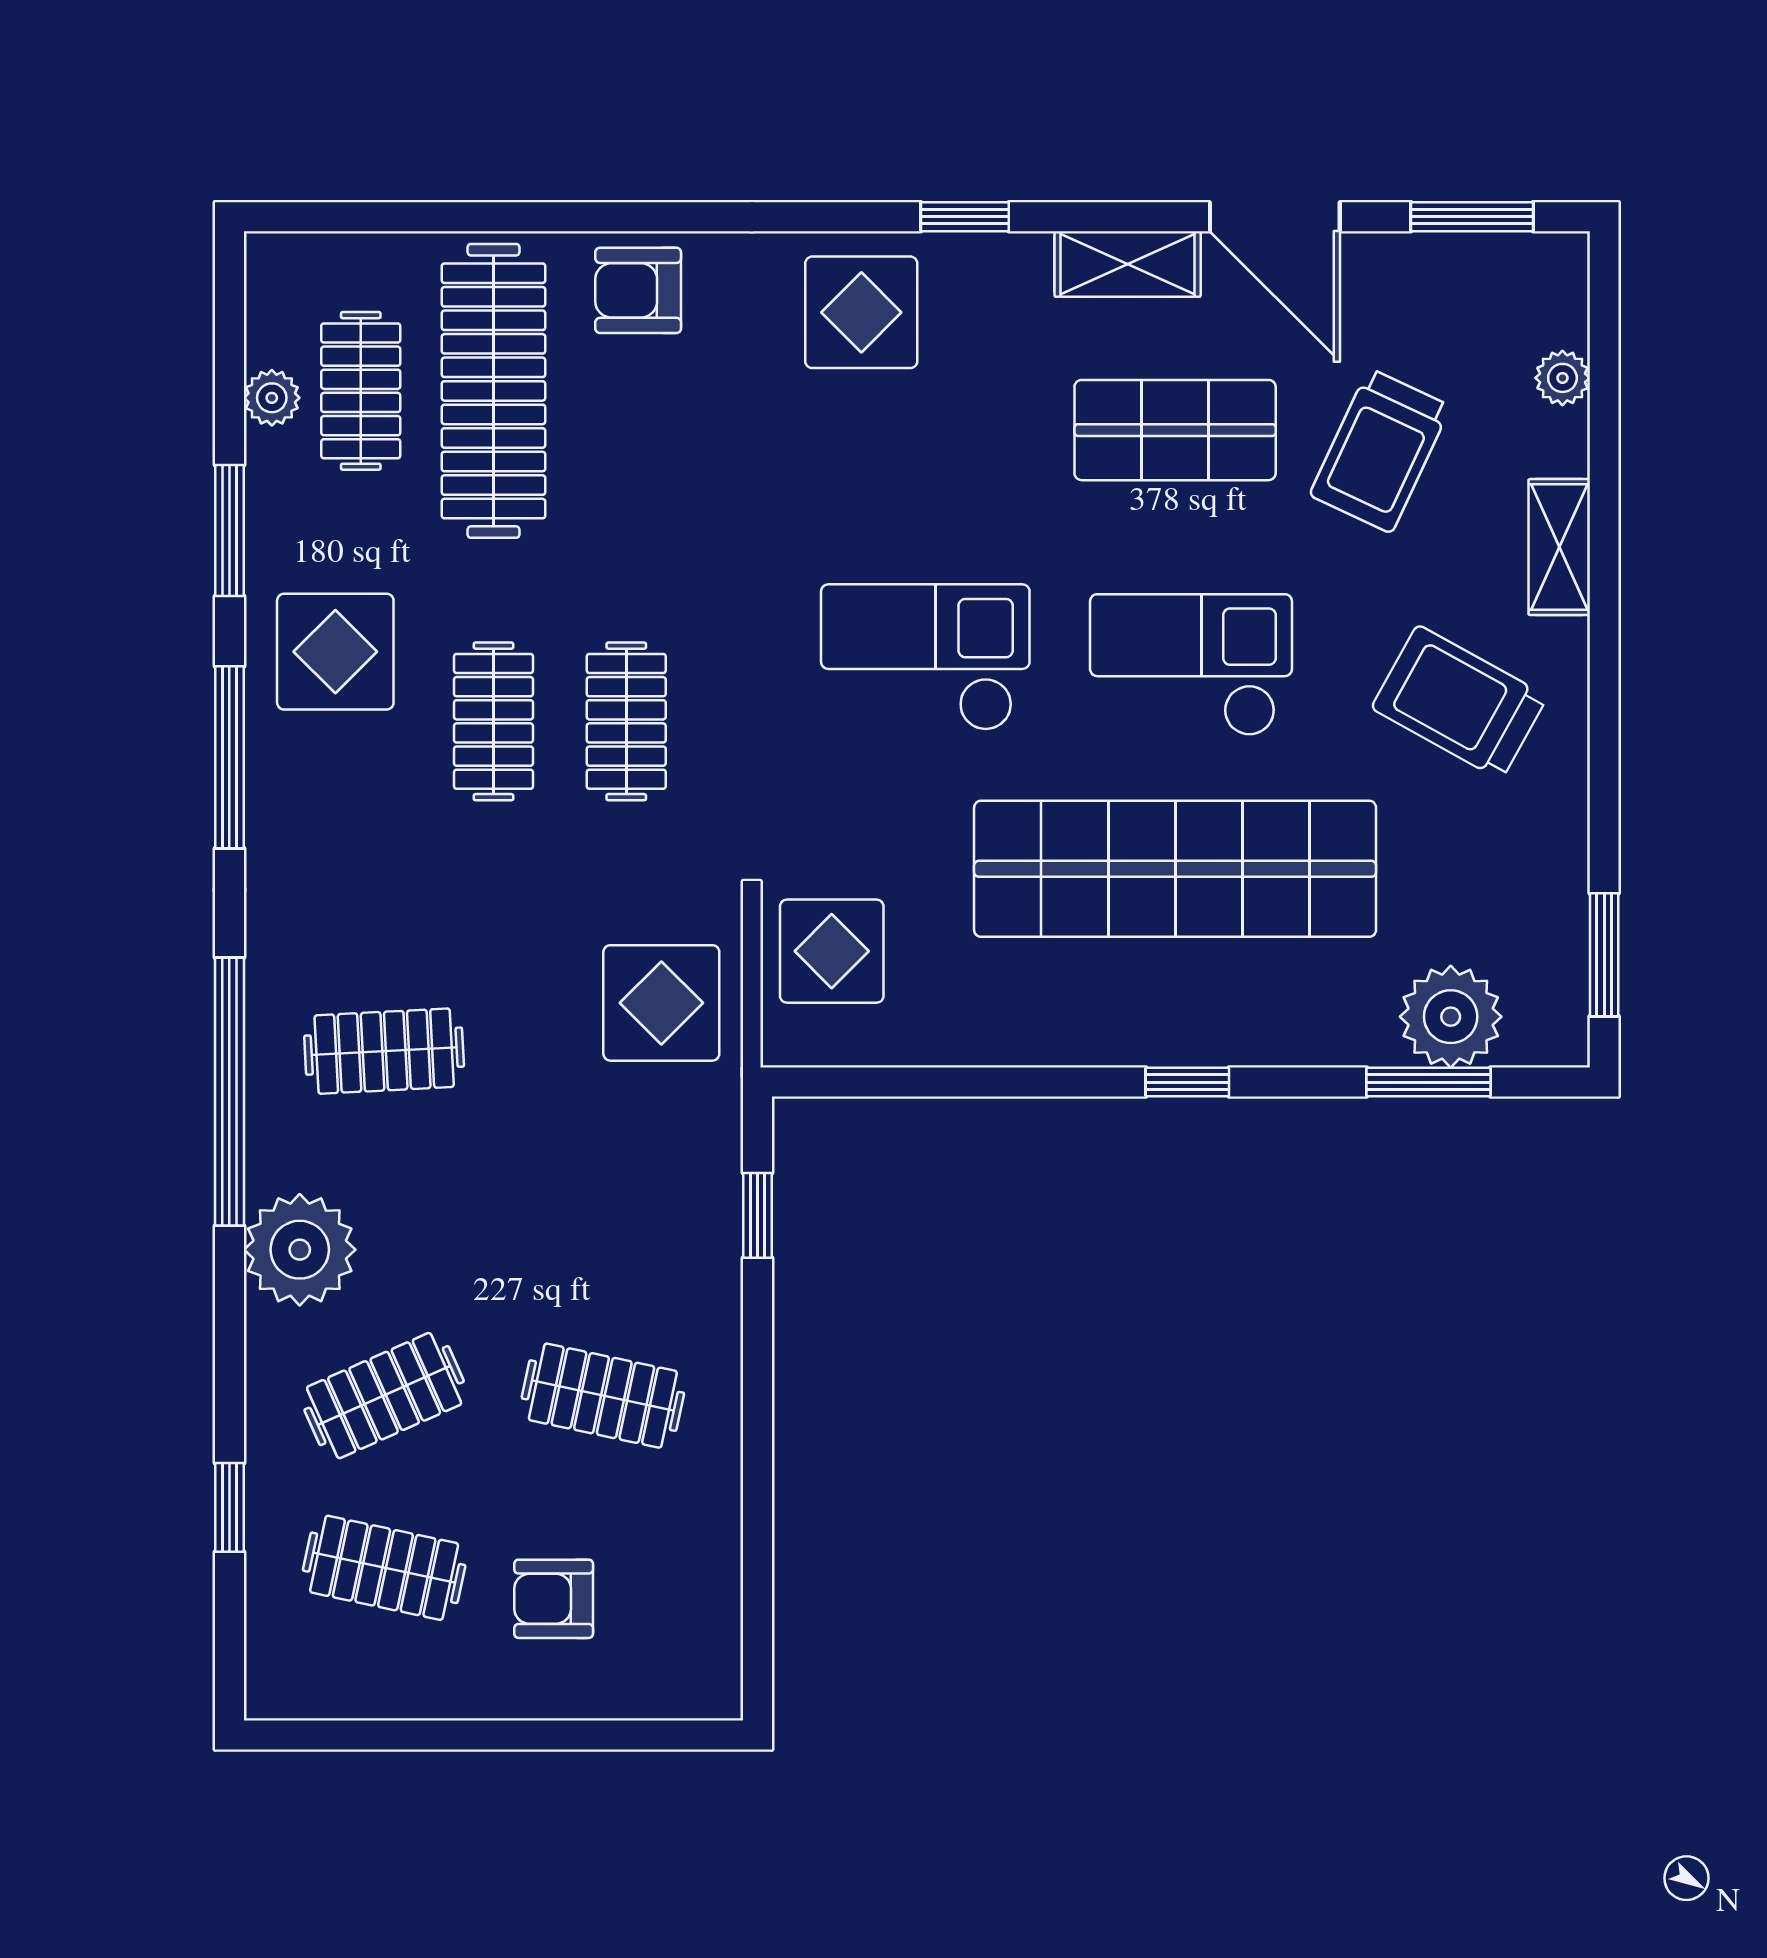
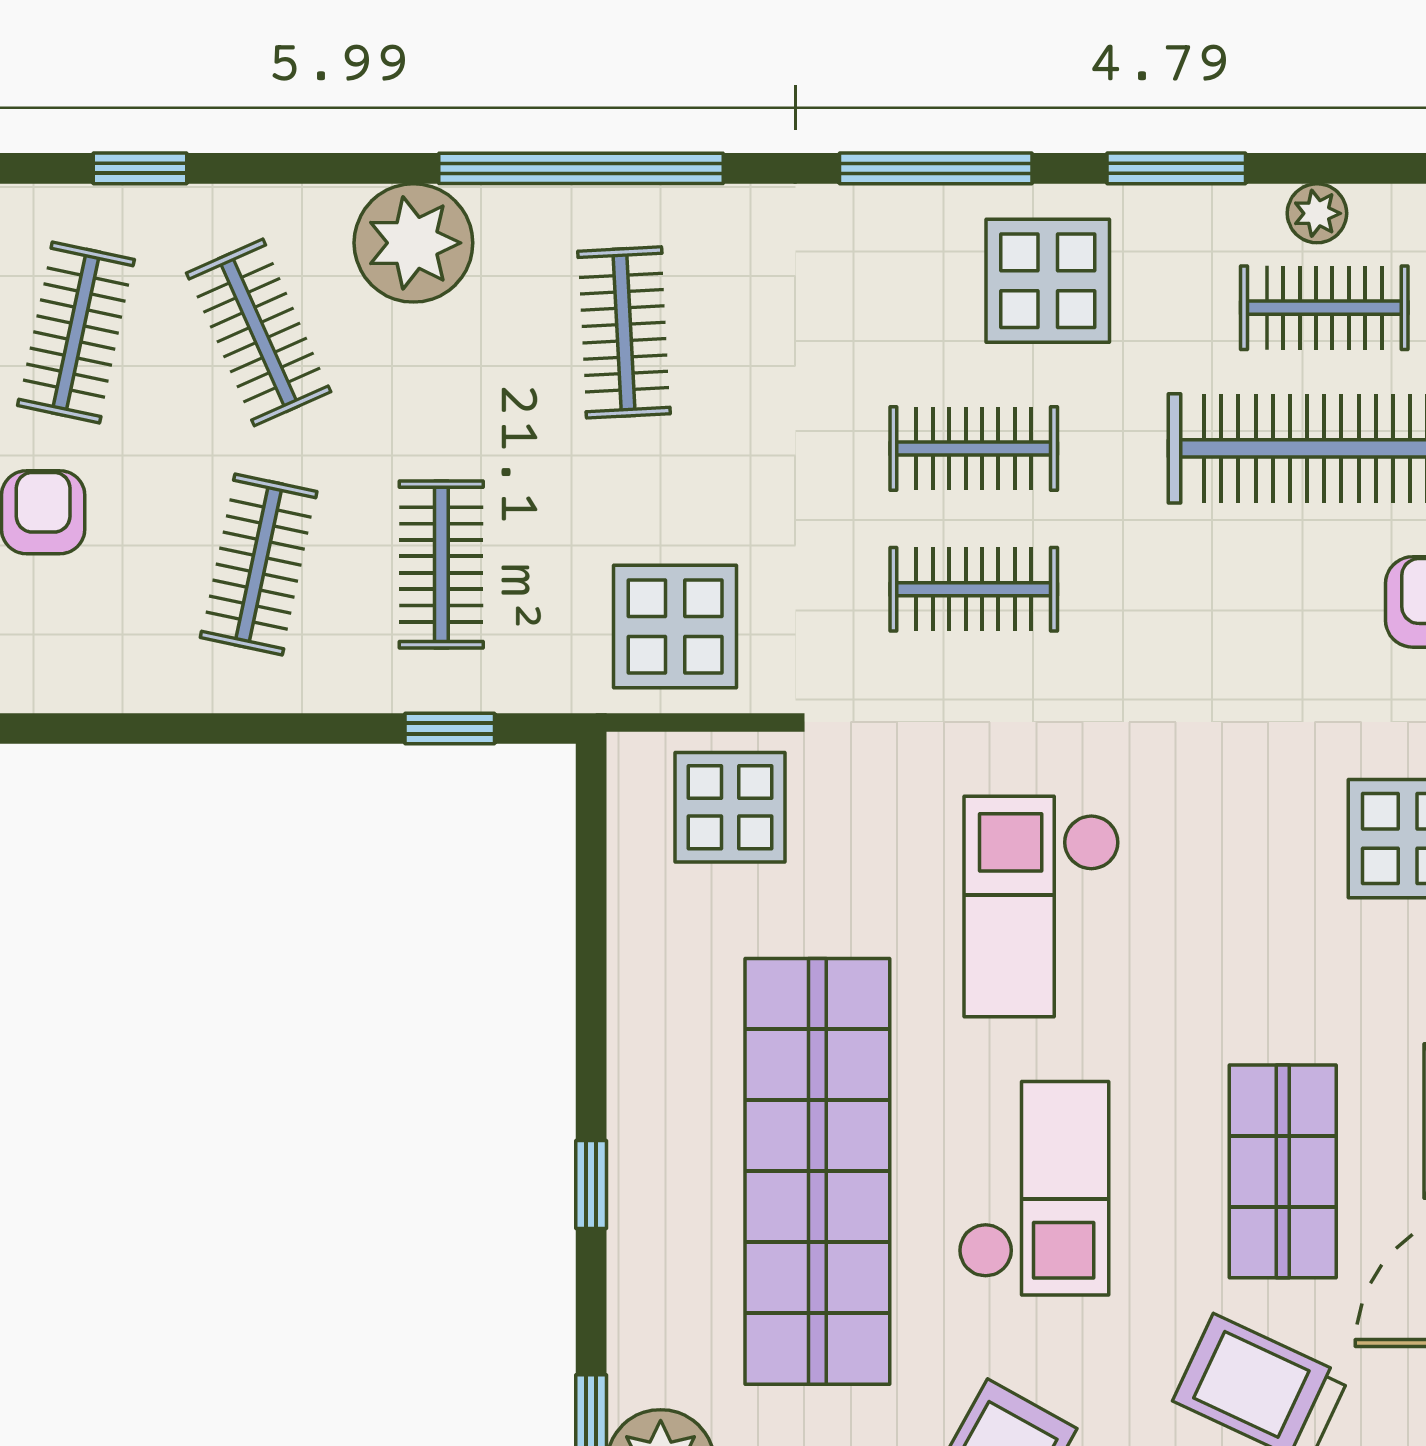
checkout: (925, 657) -> (1042, 906), turned 180
clothes rail: (603, 1223) -> (441, 564), added

